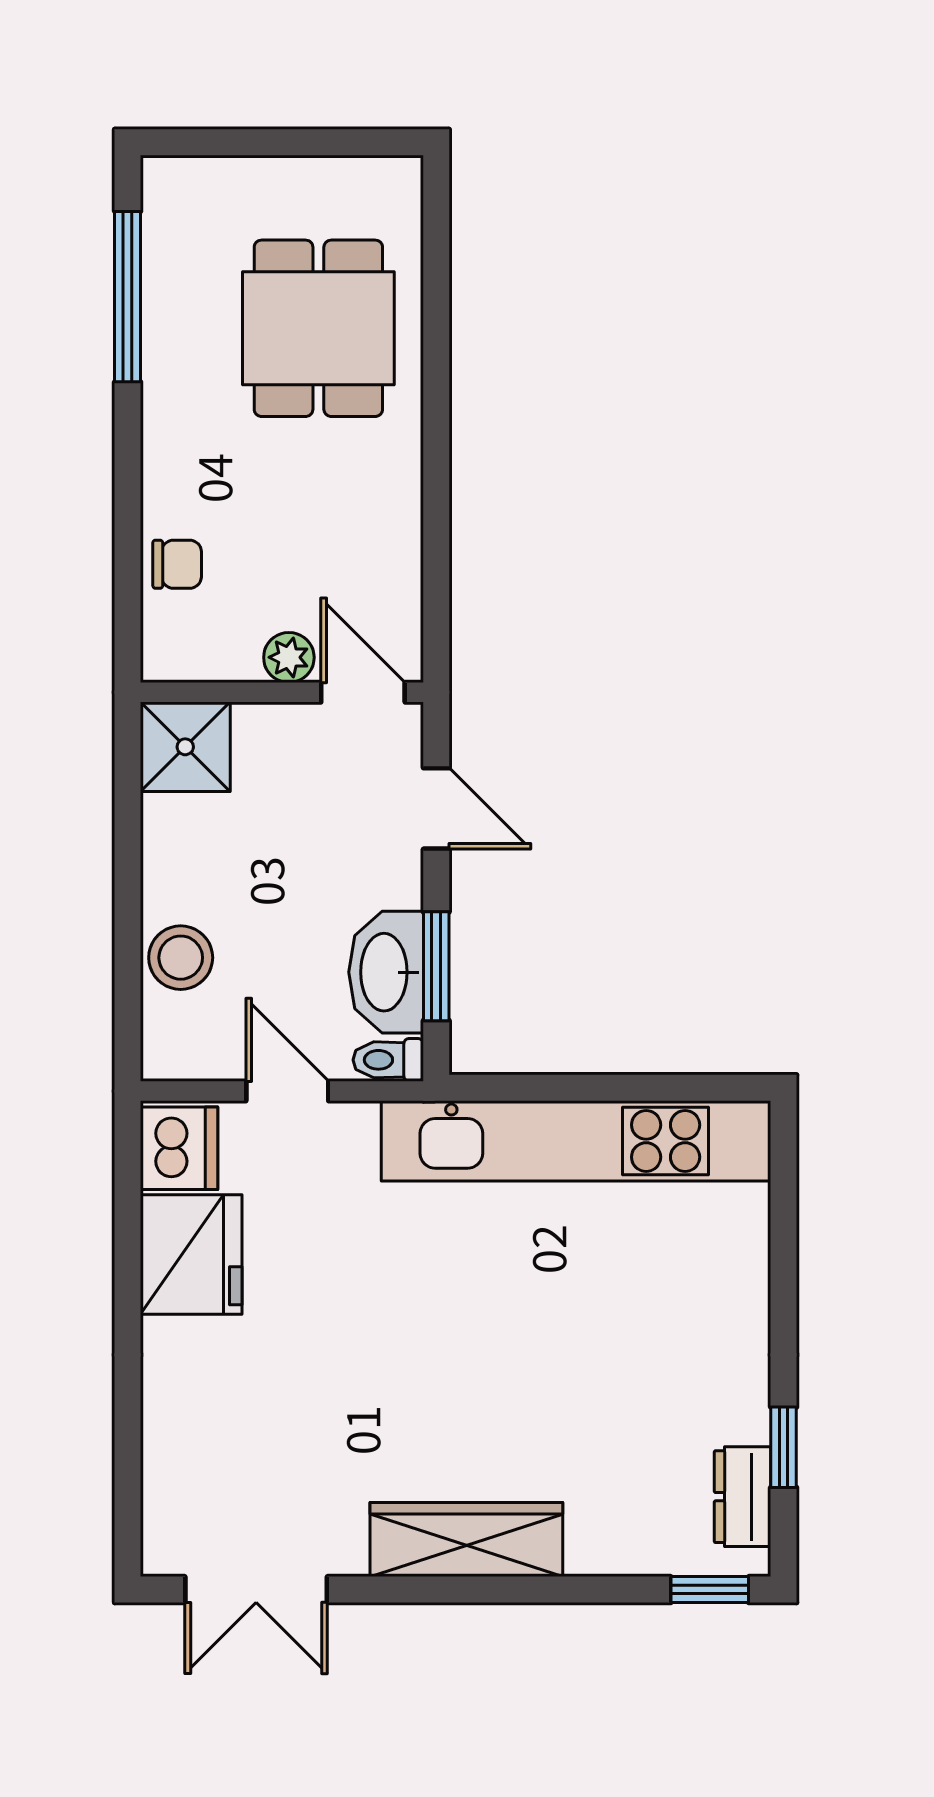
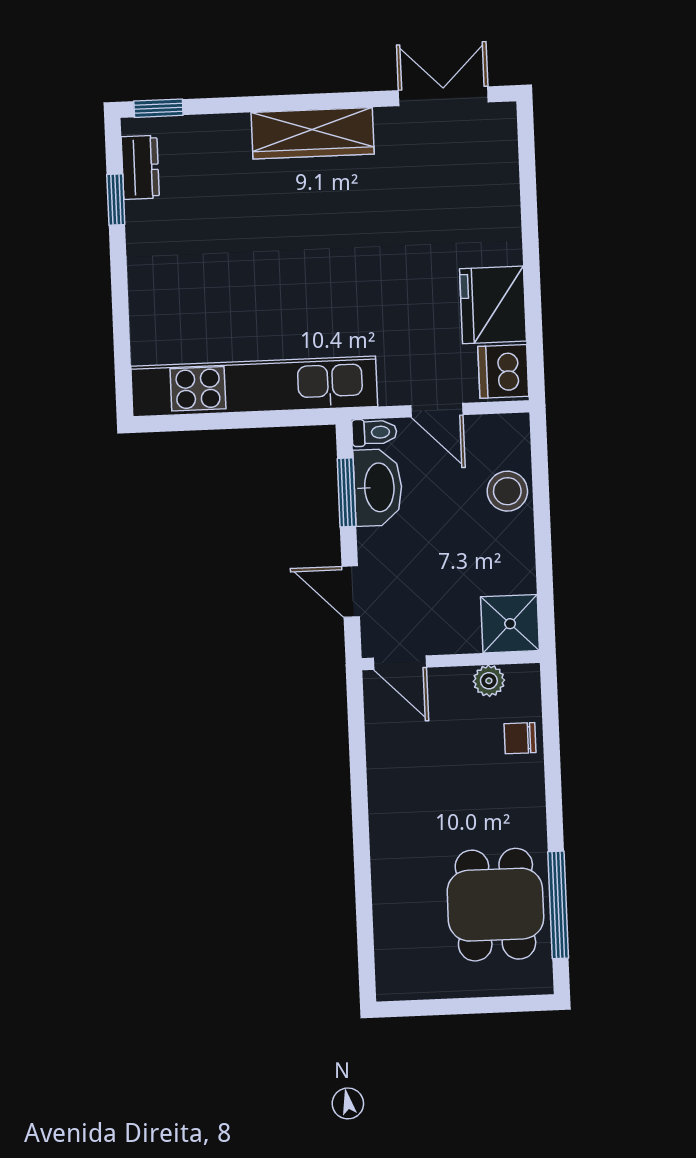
dining table: (318, 328) -> (495, 905), moved
plant: (289, 657) -> (489, 681), moved

